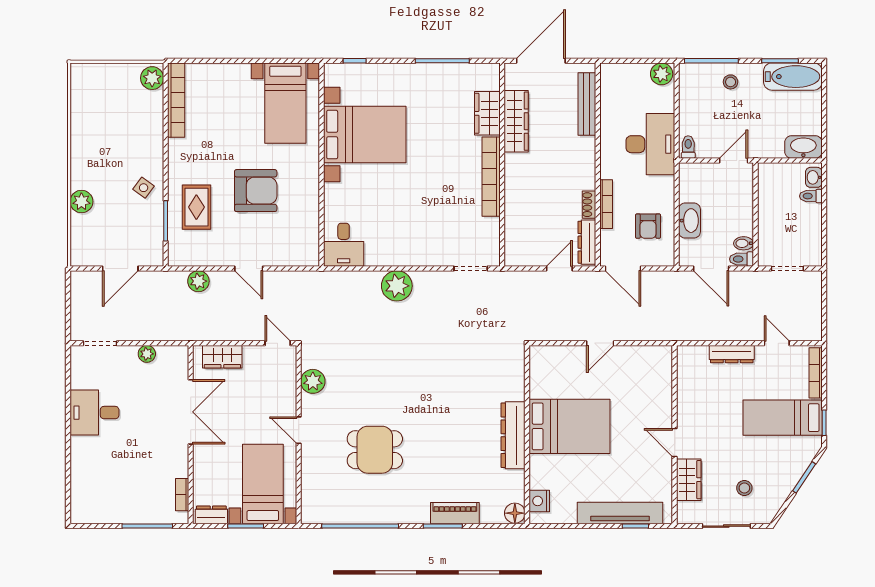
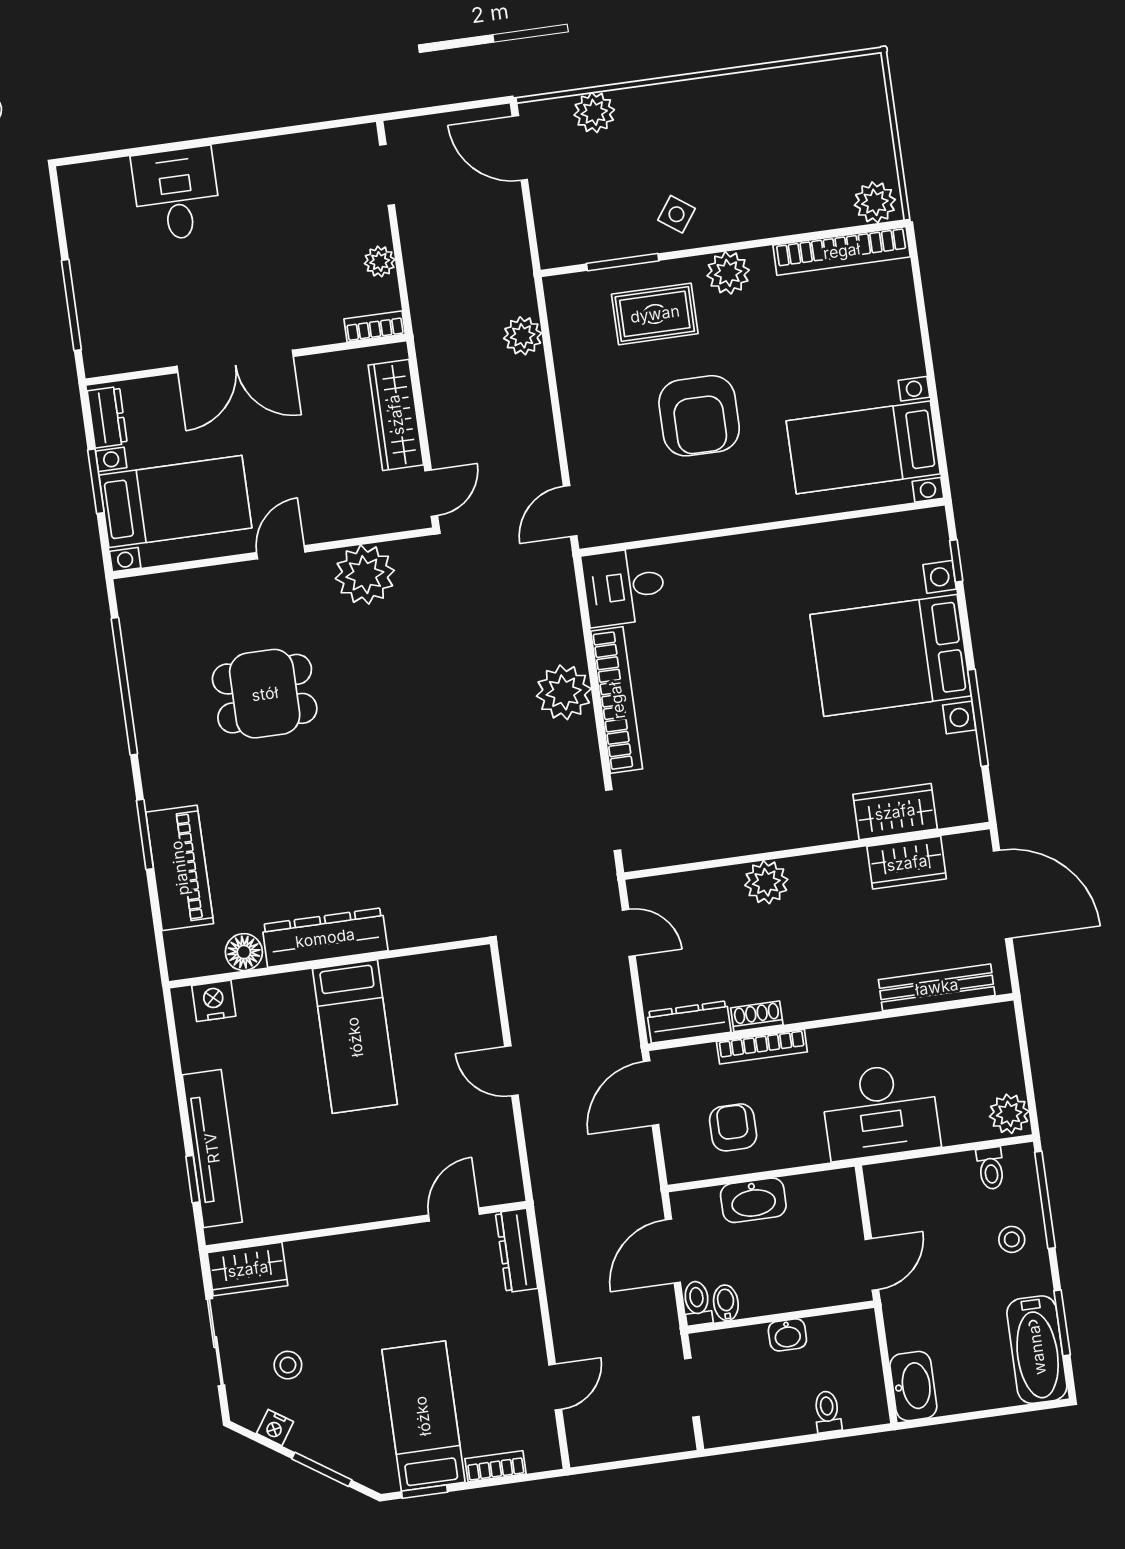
wardrobe: (516, 121) -> (907, 863), width x0.67
bed with nightstands: (365, 135) -> (891, 655), moved, turned 90
toilet: (688, 147) -> (991, 1168), moved, turned 90
door: (734, 160) -> (872, 1264), hinge flipped
plant: (180, 164) -> (728, 273), added
bookcase: (491, 177) -> (617, 700), moved, turned 90
washbasin: (814, 177) -> (787, 1335), moved, turned 180
plant: (516, 189) -> (766, 882), added
plant: (81, 202) -> (594, 112), moved
armchair: (648, 226) -> (733, 1127), turned 90
door: (120, 268) -> (520, 148), moved
door: (249, 268) -> (570, 511), moved
door: (559, 268) -> (629, 933), moved
dresser: (732, 354) -> (517, 1251), moved
wardrobe: (222, 357) -> (396, 415), width x1.50
bookcase: (816, 373) -> (495, 1466), width x0.64
plant: (313, 381) -> (365, 575), width x1.36, depth x1.36
double door: (191, 412) -> (235, 361), moved
desk: (94, 413) -> (176, 194), moved
bed: (570, 426) -> (355, 1037), width x0.67
door: (675, 443) -> (454, 1215), moved
dining table: (375, 450) -> (265, 694), turned 90
wardrobe: (689, 480) -> (248, 1269), moved
bookcase: (182, 495) -> (375, 326), moved
nightstand: (778, 500) -> (275, 1428), added
piano: (455, 513) -> (180, 868), width x1.37, depth x1.33
floor lamp: (515, 513) -> (244, 952), moved

